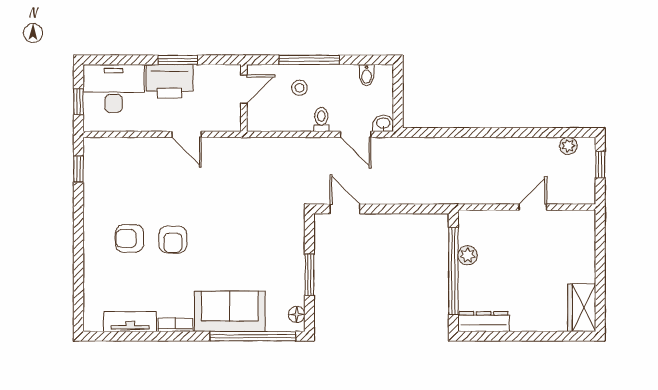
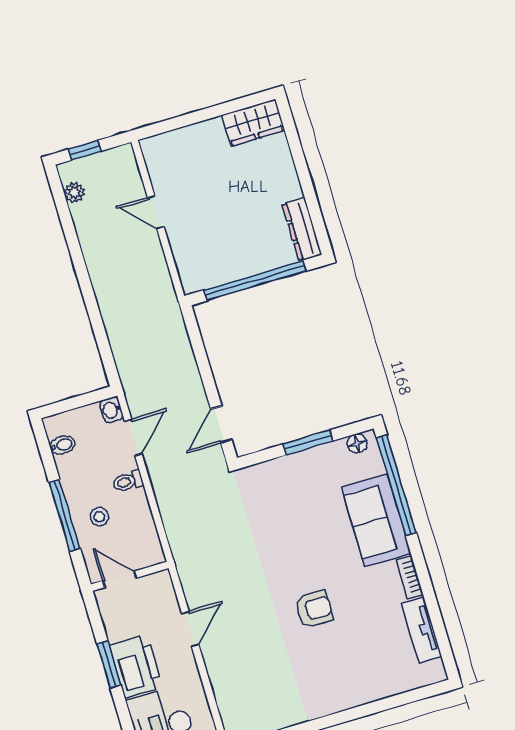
armchair: (129, 238) -> (327, 659), removed
plant: (468, 255) -> (232, 270), removed

